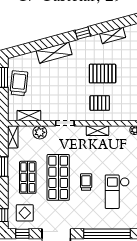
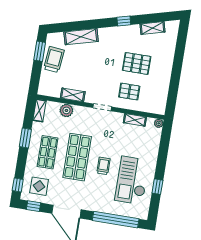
shelving: (54, 53) -> (81, 37), moved
shelving: (29, 116) -> (73, 95), moved
doorway: (65, 123) -> (102, 107), moved
shelving: (98, 131) -> (135, 120), moved
checkout: (117, 192) -> (132, 180), width x1.36, depth x1.21

